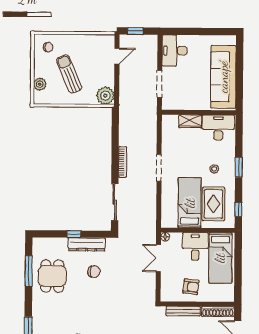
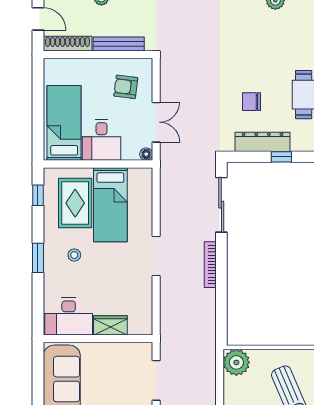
armchair: (191, 287) -> (126, 87), moved

